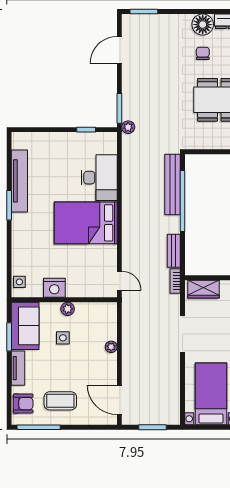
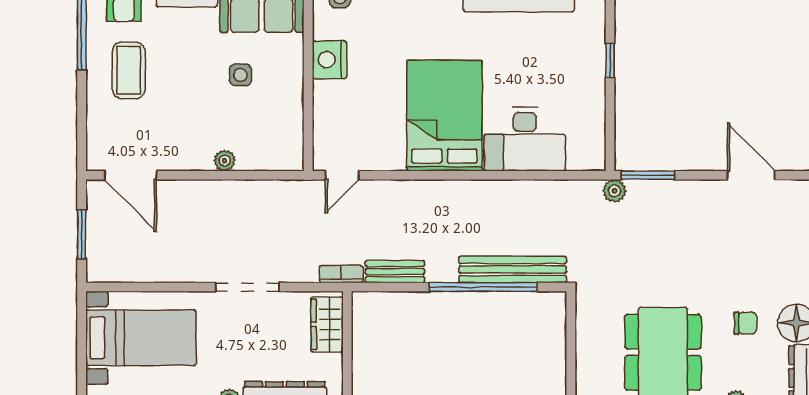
window: (86, 130) -> (610, 61), moved
plant: (68, 309) -> (292, 83), removed
door: (119, 400) -> (130, 175), swing flipped

